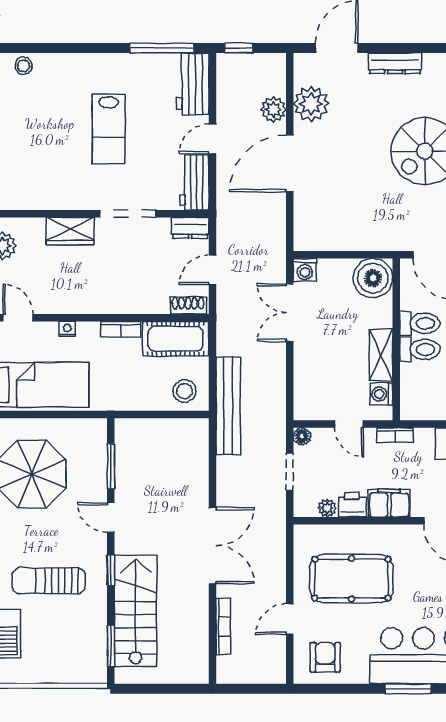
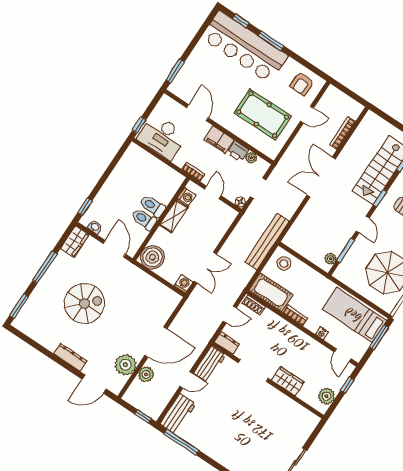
lab bench: (109, 129) -> (235, 419), removed
plant: (124, 441) -> (330, 259), added

